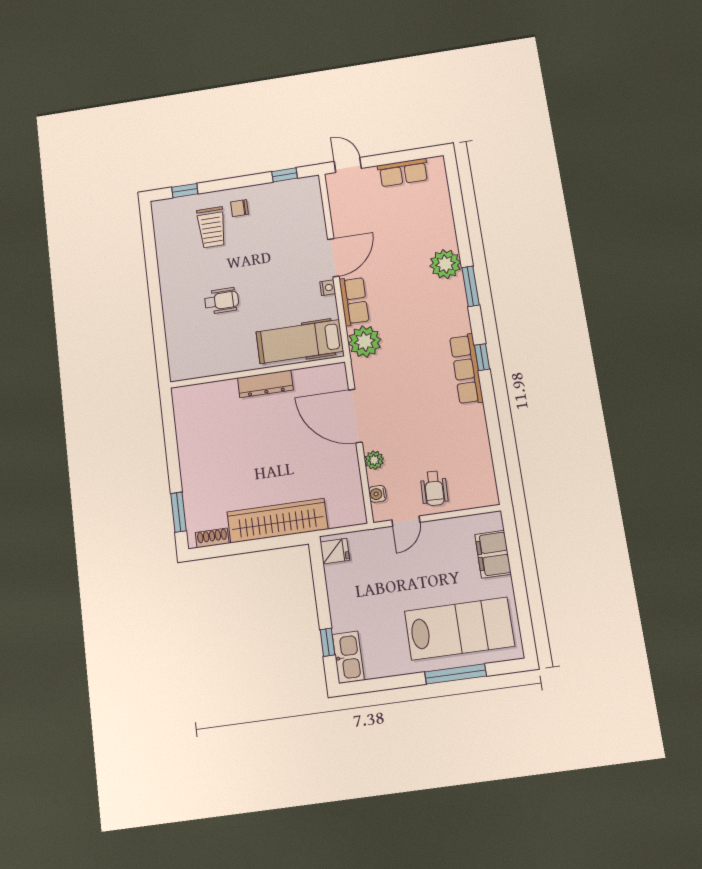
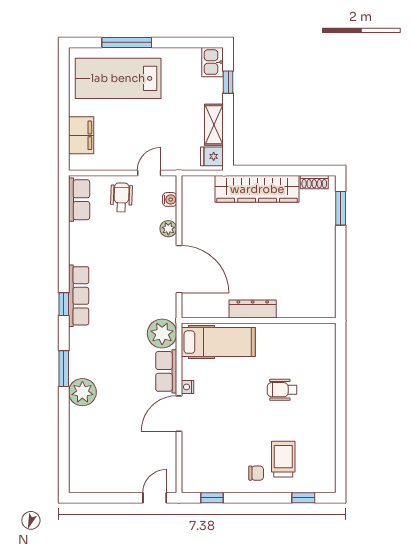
door: (348, 165) -> (155, 498), swing flipped
row of seats: (403, 173) -> (79, 200), moved, turned 90
shelving: (337, 589) -> (214, 125), added
kitchen sink: (348, 657) -> (213, 62), width x0.73

